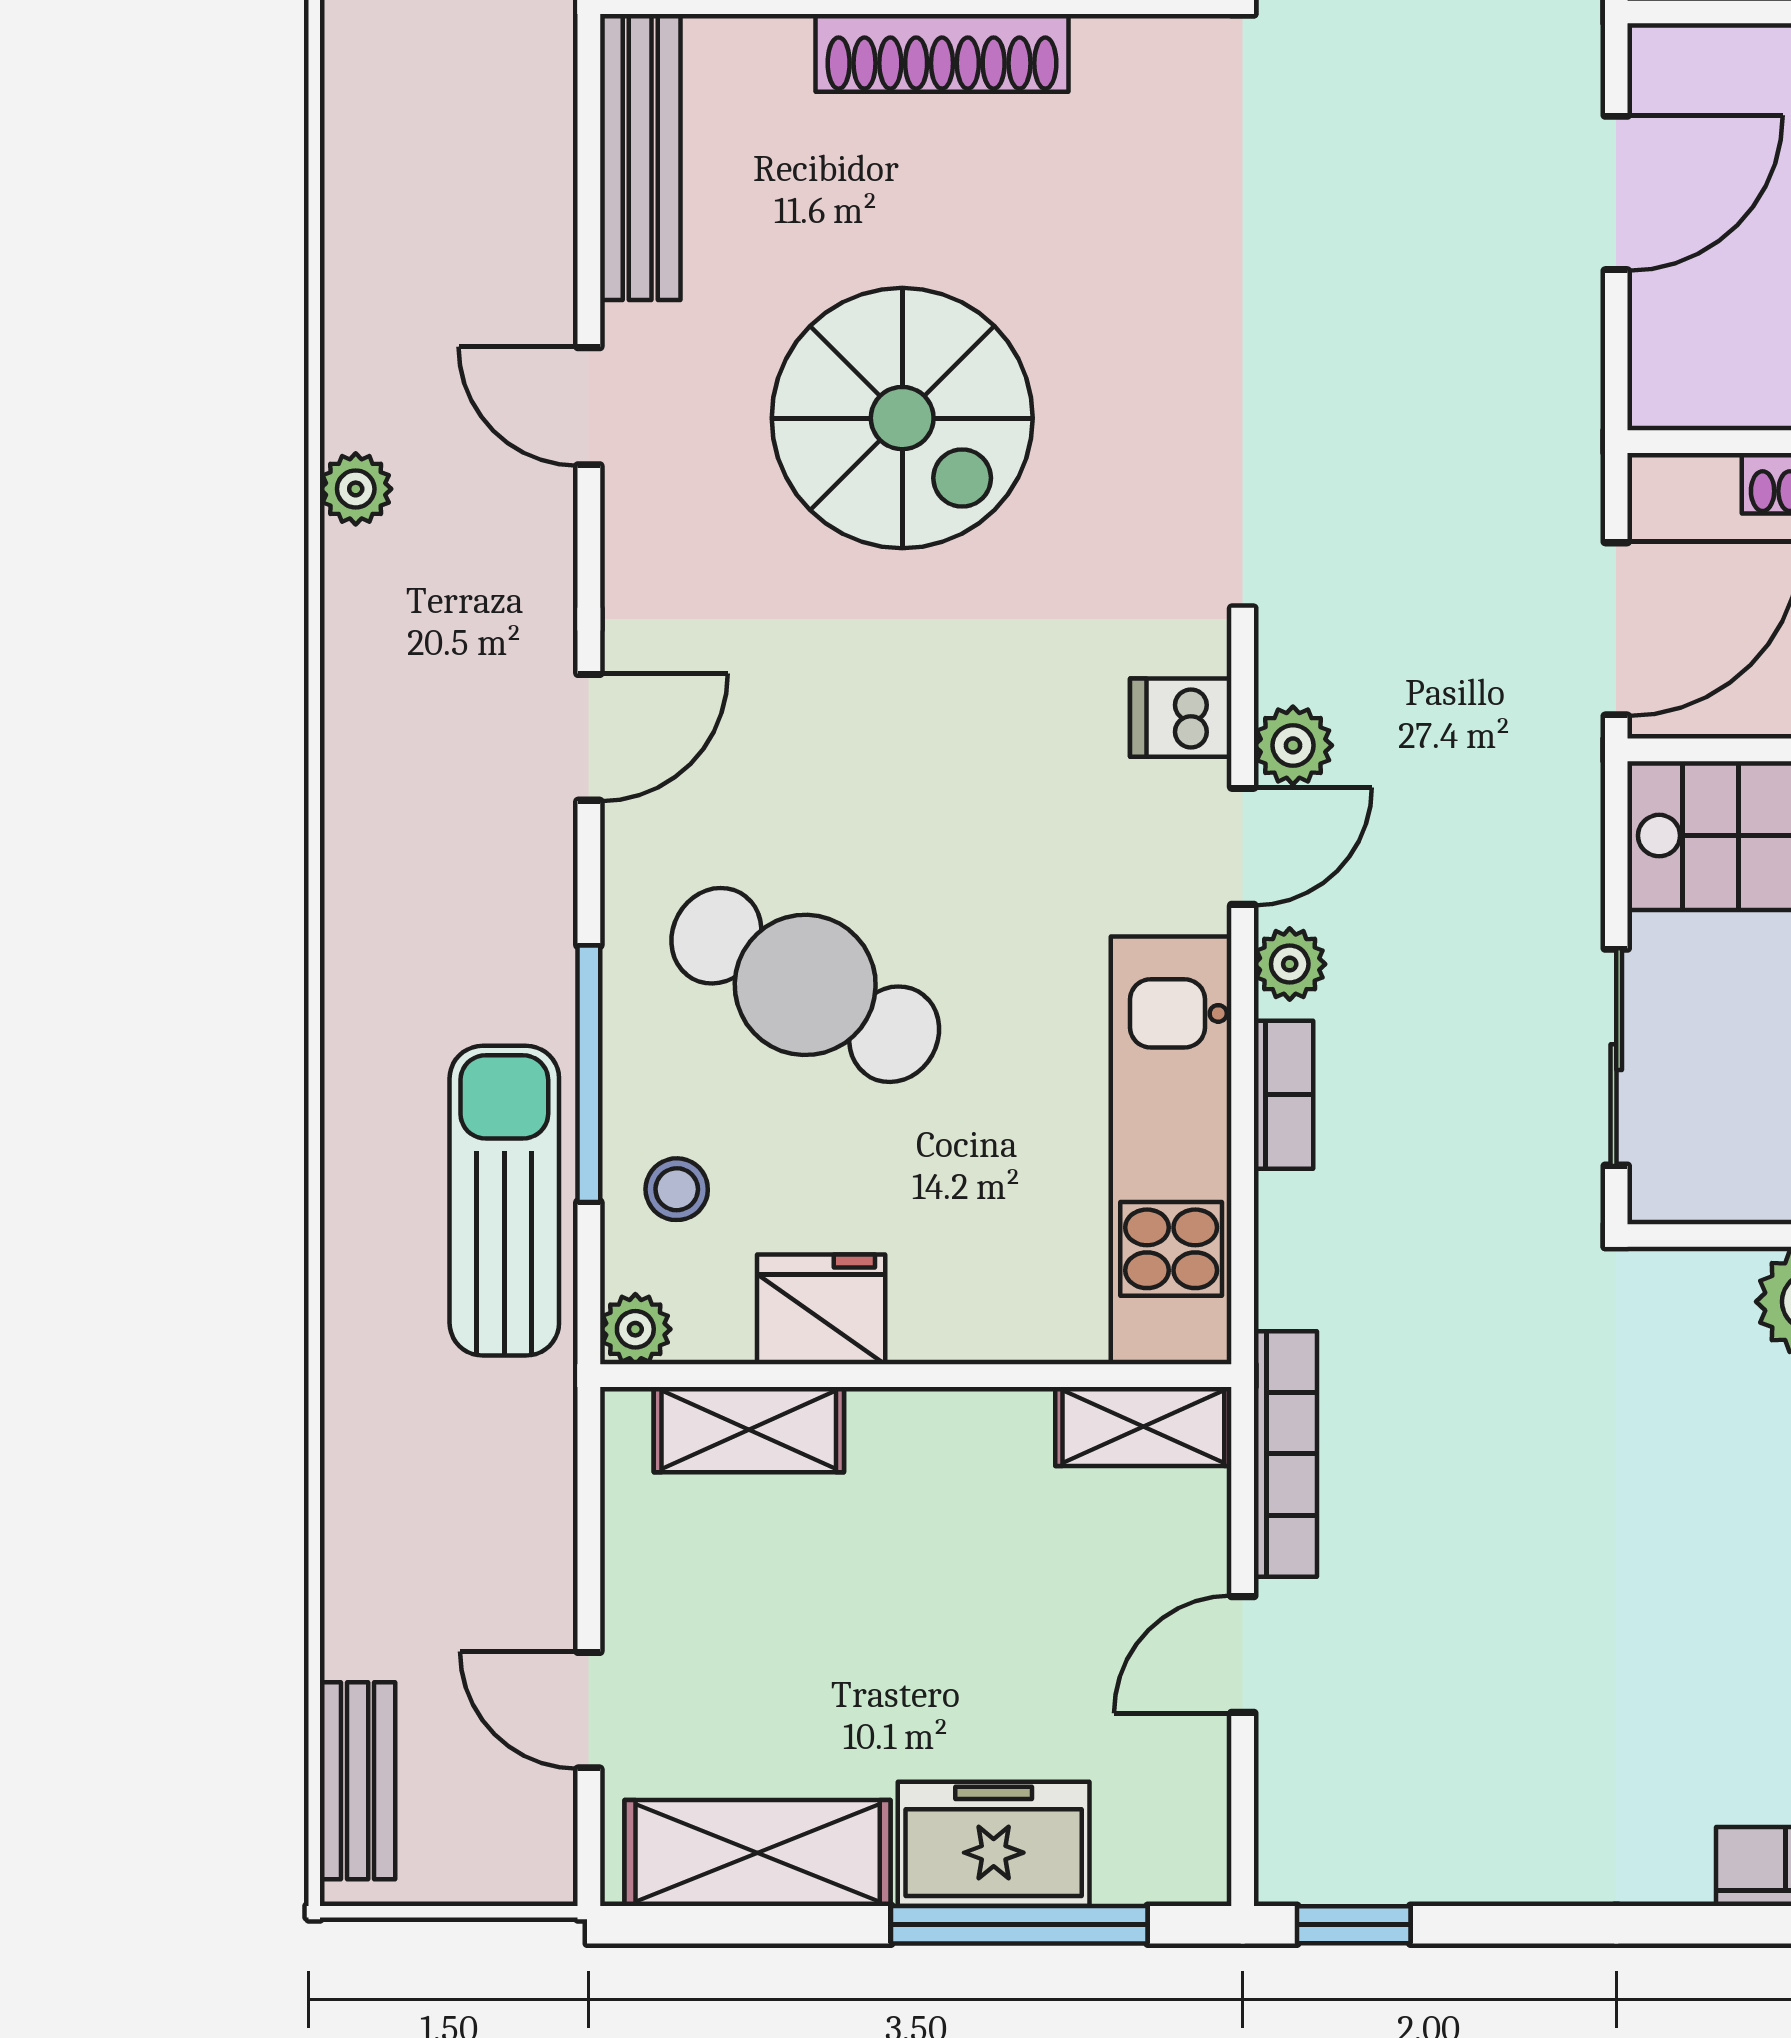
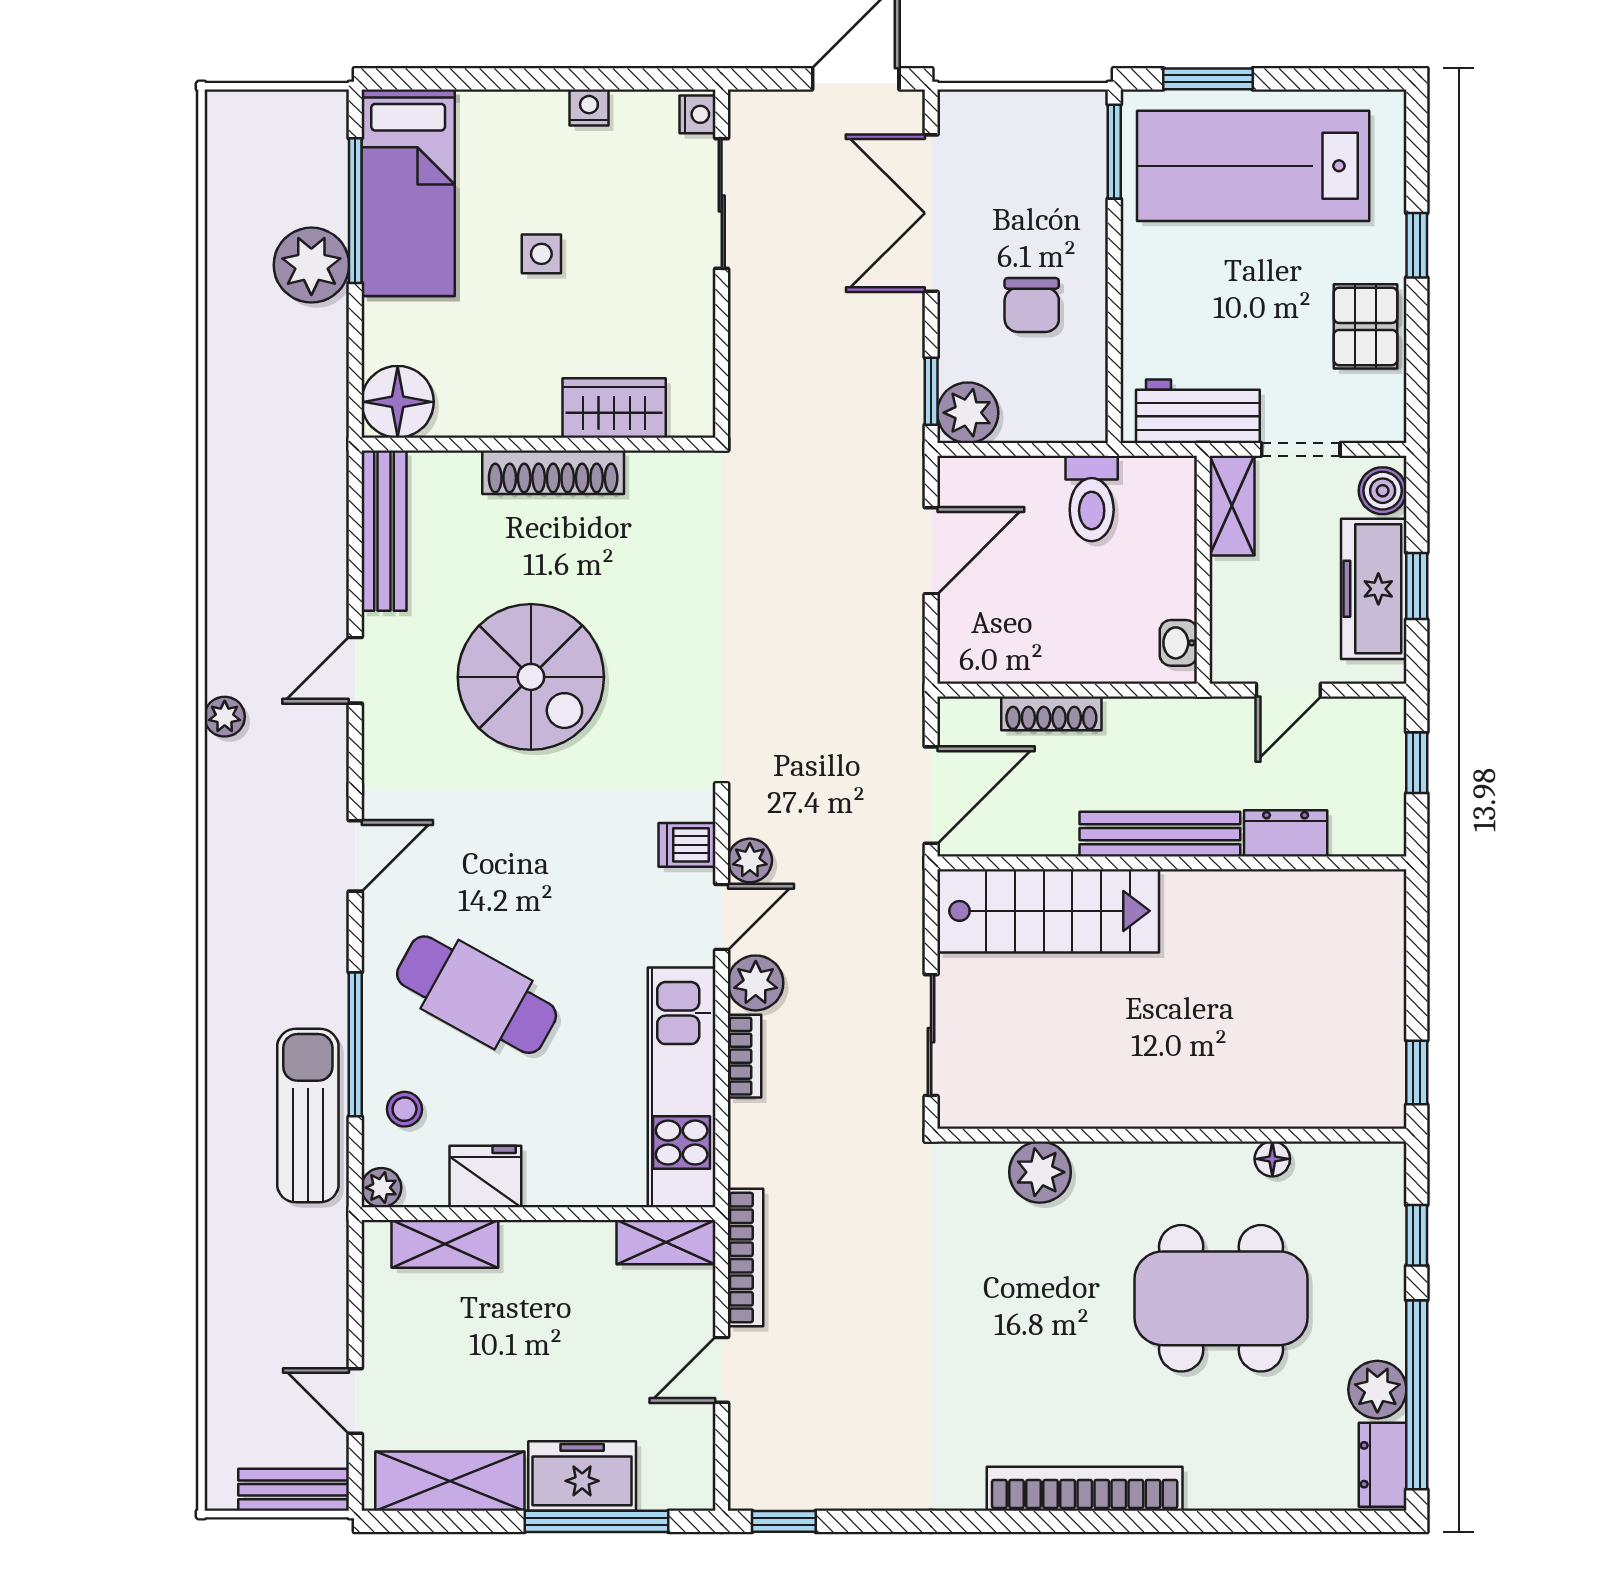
door: (589, 406) -> (355, 670), hinge flipped
plant: (1290, 964) -> (756, 983), width x1.38, depth x1.38
bench: (358, 1781) -> (294, 1490), moved, turned 90

